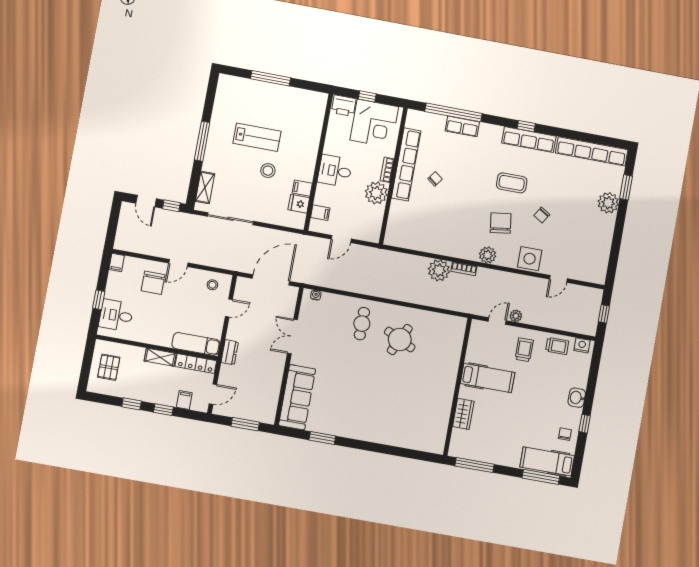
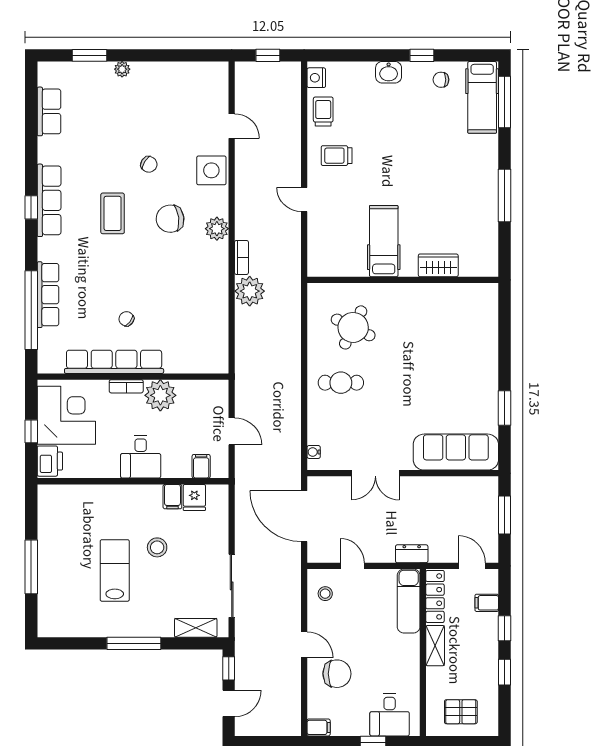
row of seats: (462, 126) -> (48, 295), width x1.48
row of seats: (592, 151) -> (49, 111), width x0.50
plant: (608, 203) -> (122, 69), width x0.53, depth x0.53
plant: (516, 316) -> (293, 175), removed
hospital bed: (488, 378) -> (384, 241), moved
wall: (457, 387) -> (403, 280), moved
wardrobe: (463, 414) -> (438, 265), moved

